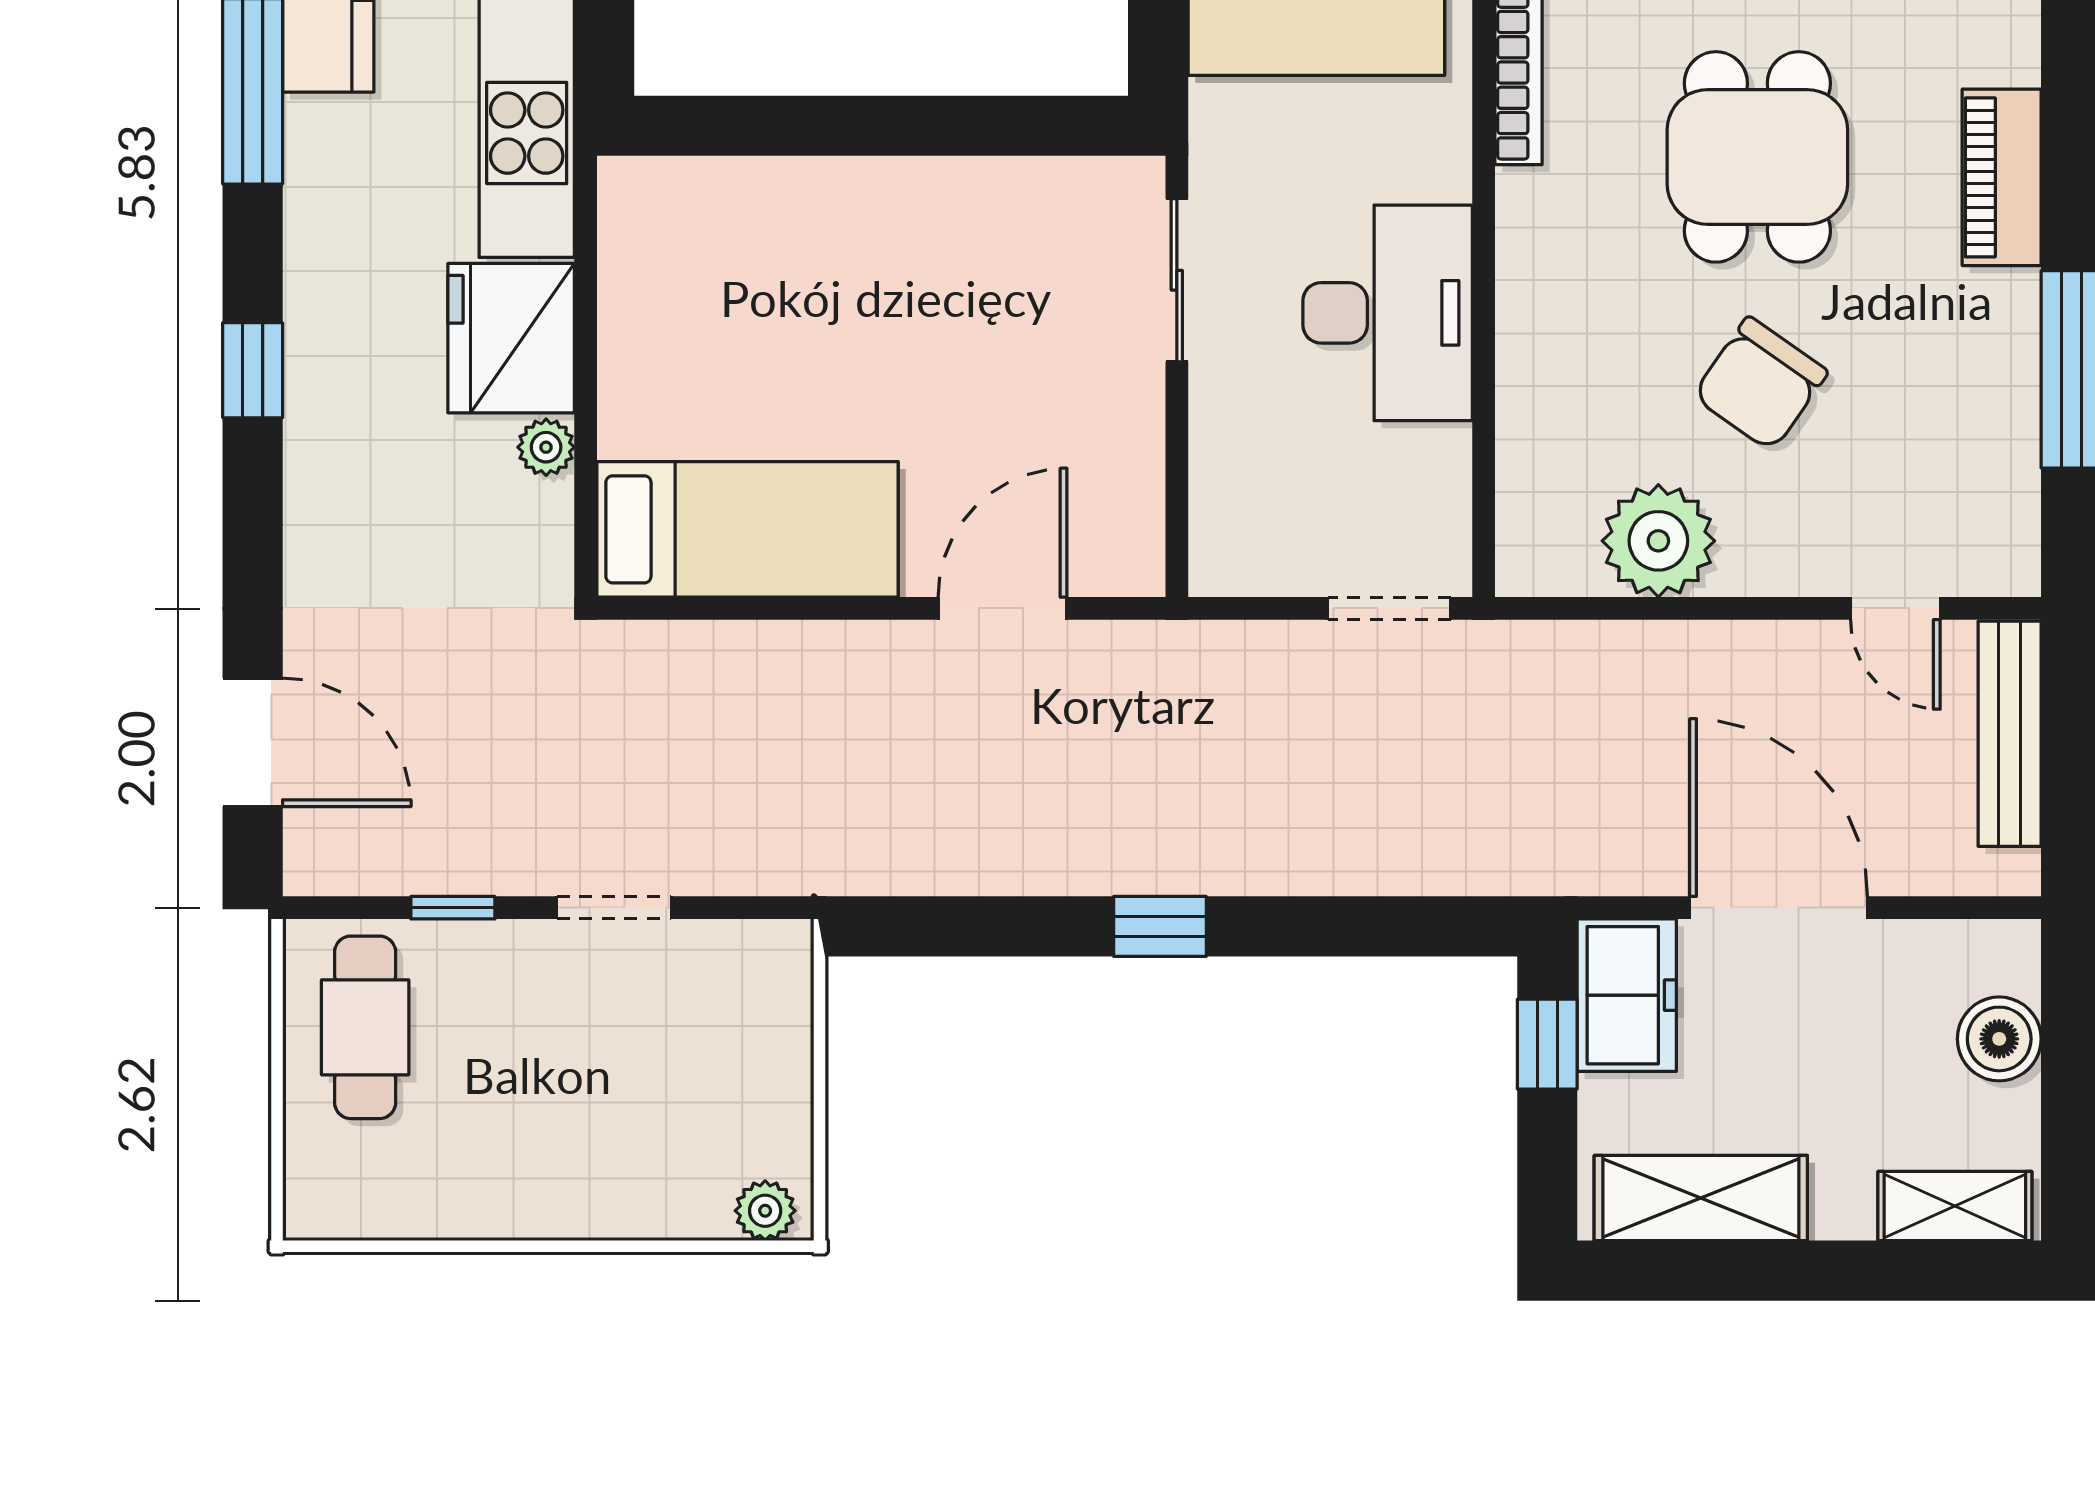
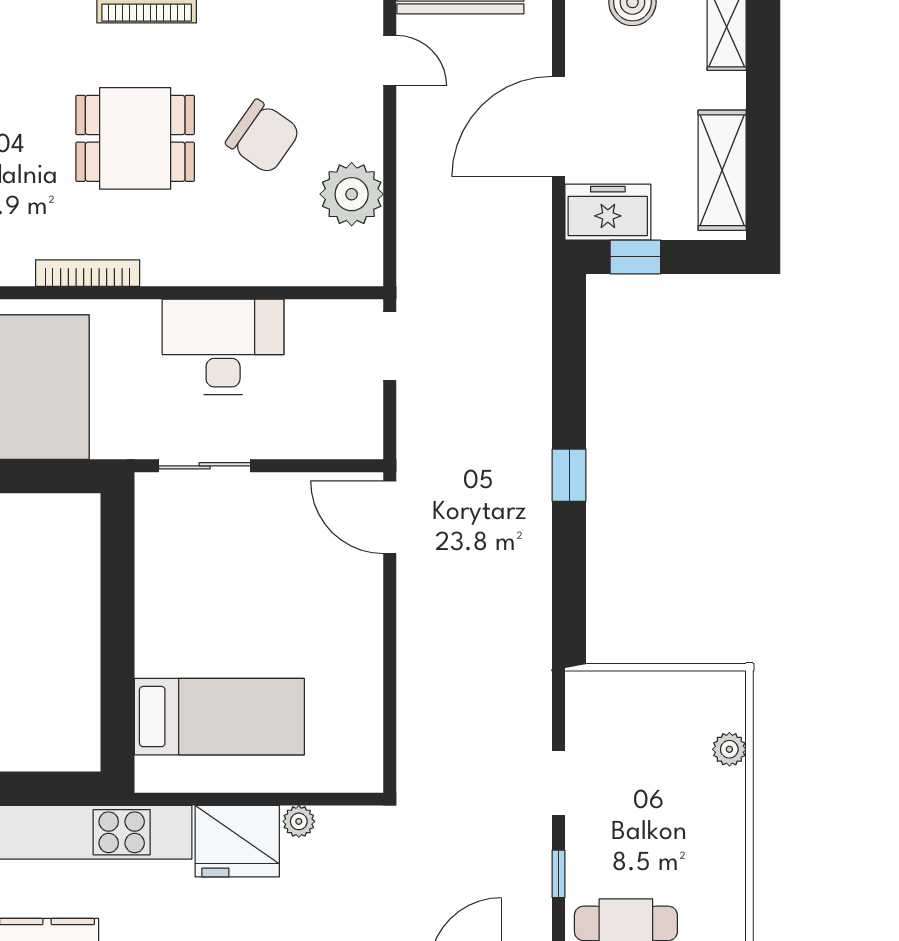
bed: (747, 529) -> (219, 717), moved, turned 90
door: (1002, 608) -> (390, 517), moved
door: (1895, 608) -> (390, 61), hinge flipped
plant: (765, 1211) -> (729, 749), moved

